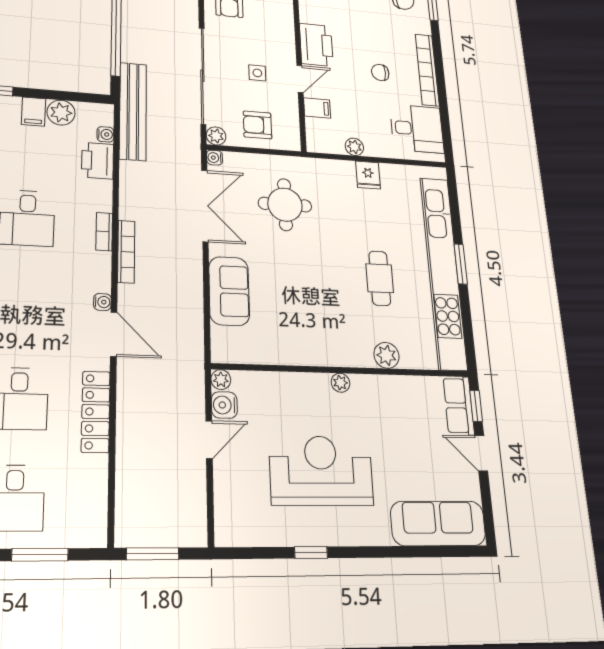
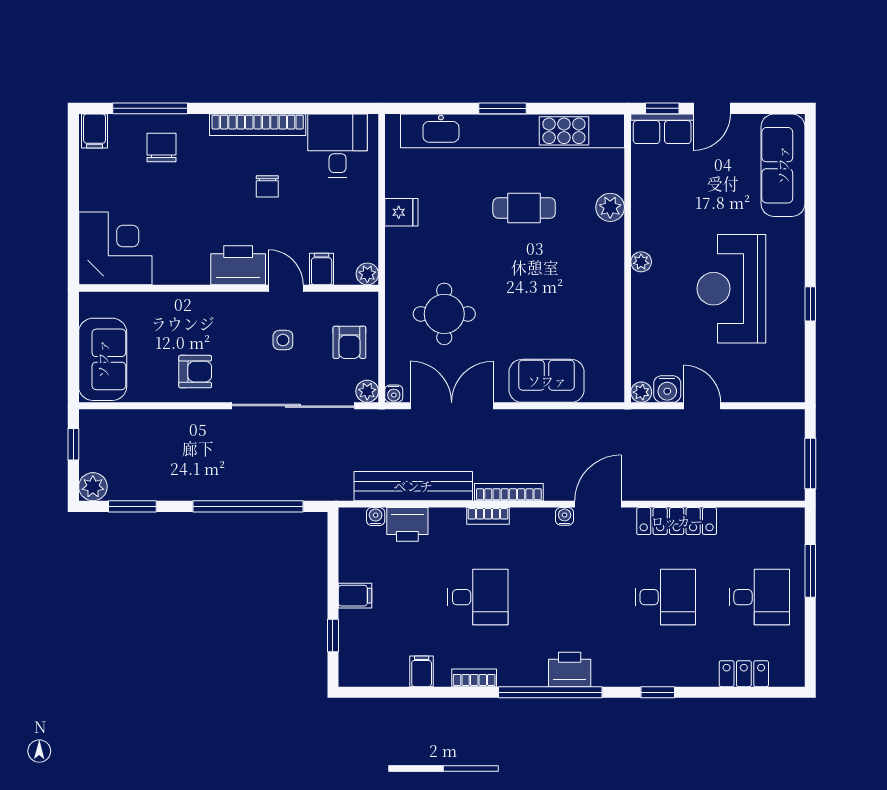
bench: (133, 111) -> (413, 486), moved
plant: (61, 113) -> (354, 566), removed
plant: (354, 147) -> (367, 274), moved

